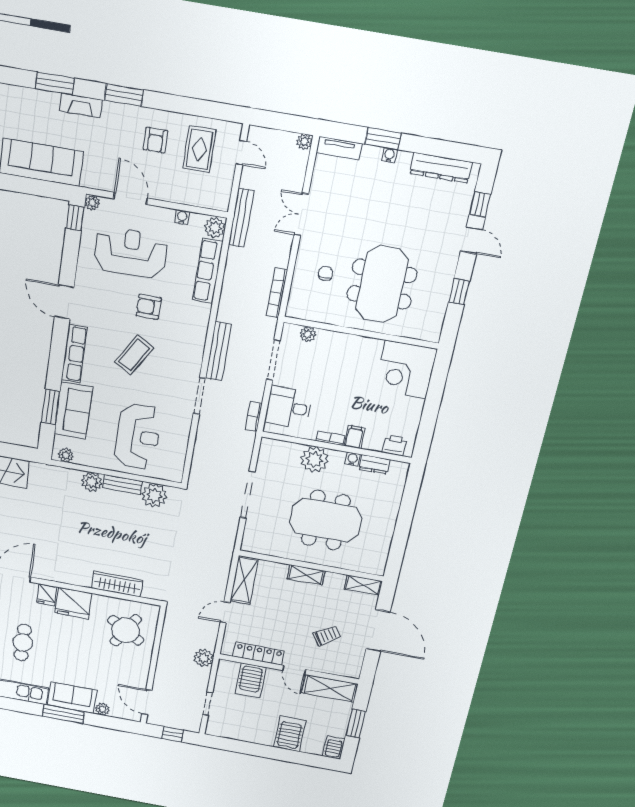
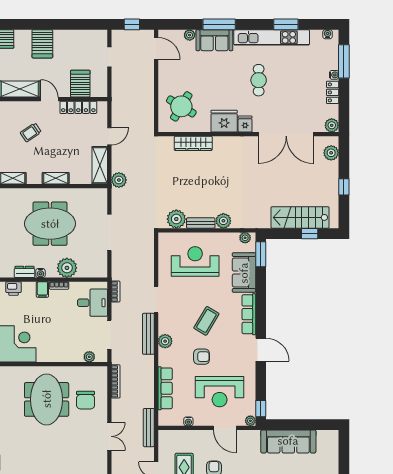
plant: (215, 228) -> (165, 341), moved
chair: (325, 274) -> (86, 400), width x1.87, depth x1.87
window: (51, 407) -> (261, 254), moved
reception desk: (138, 437) -> (195, 261), turned 90
plant: (204, 658) -> (119, 180), moved

